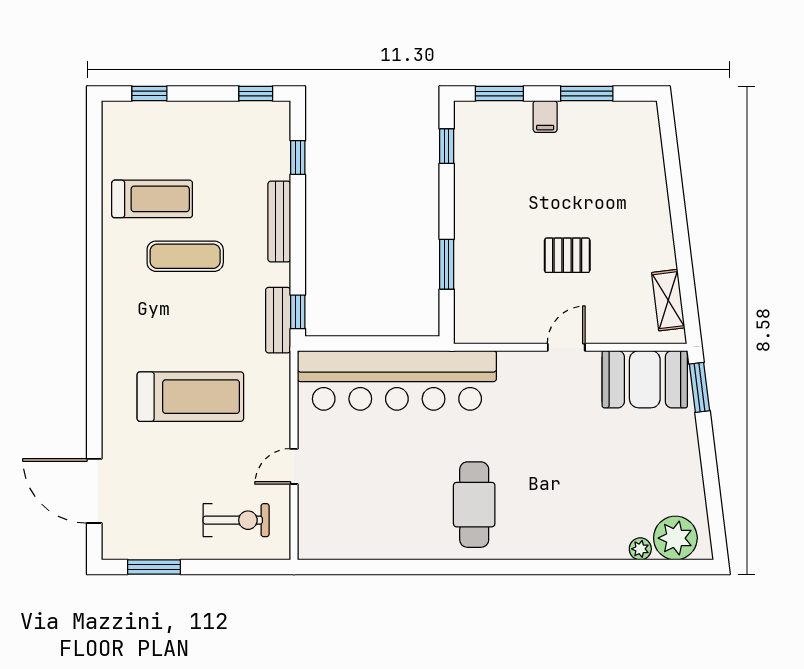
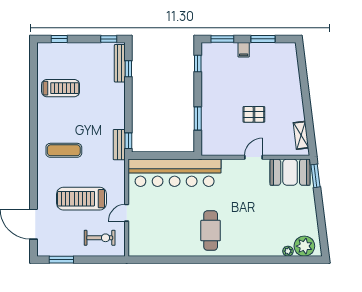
bench: (279, 222) -> (120, 63), moved
exercise mat: (185, 256) -> (64, 150), moved
treadmill: (190, 397) -> (82, 199), moved, turned 180

